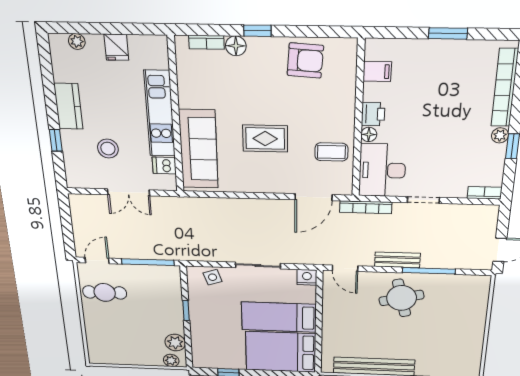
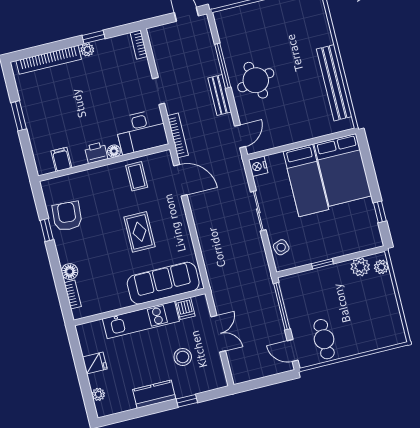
window: (257, 31) -> (47, 230), moved

